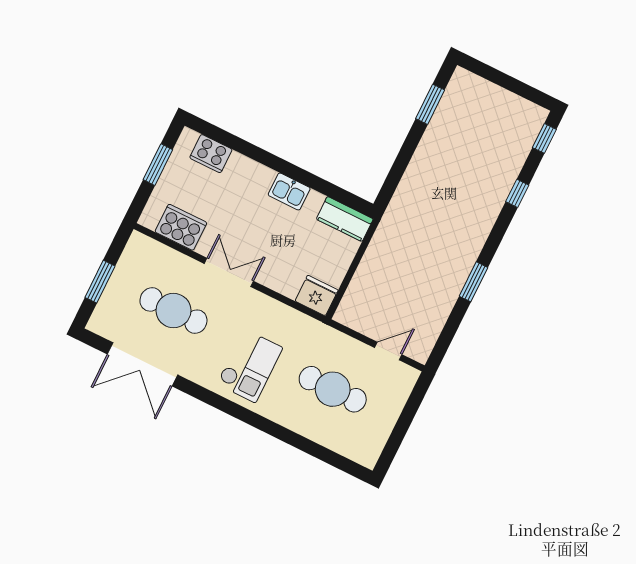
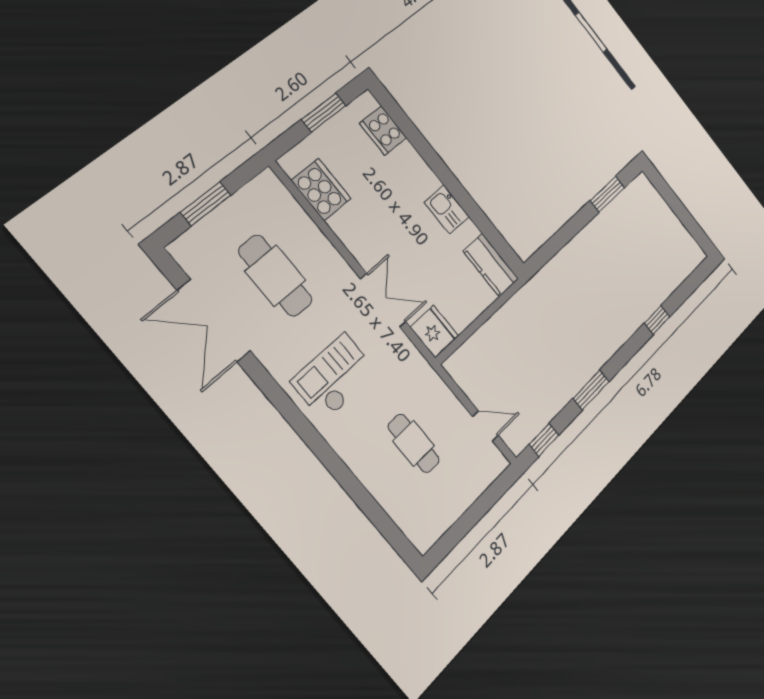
window: (544, 138) -> (544, 440), moved
double door: (229, 272) -> (383, 300), moved
checkout: (250, 366) -> (335, 377), turned 180
cafe table: (333, 389) -> (414, 443), width x0.73, depth x0.74

